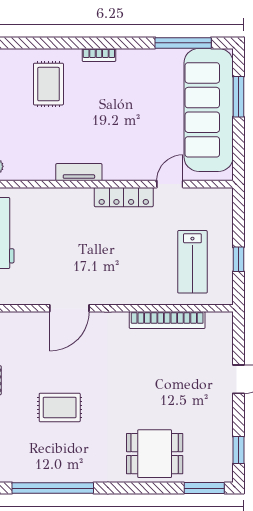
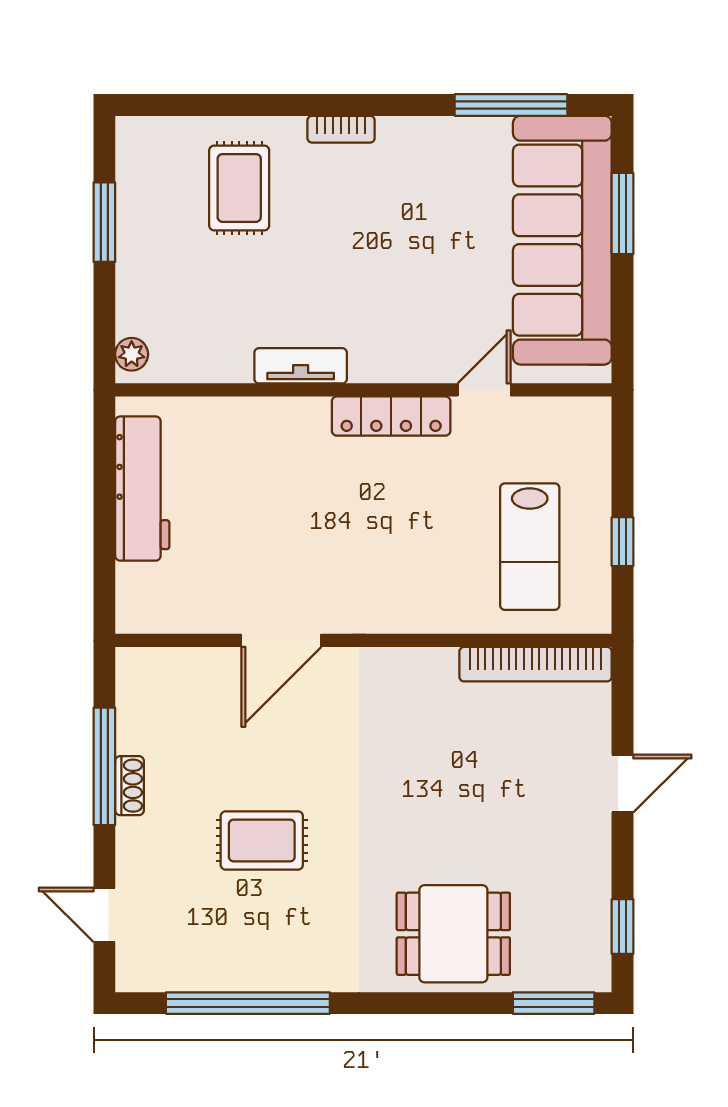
bookcase: (167, 320) -> (536, 664), moved

